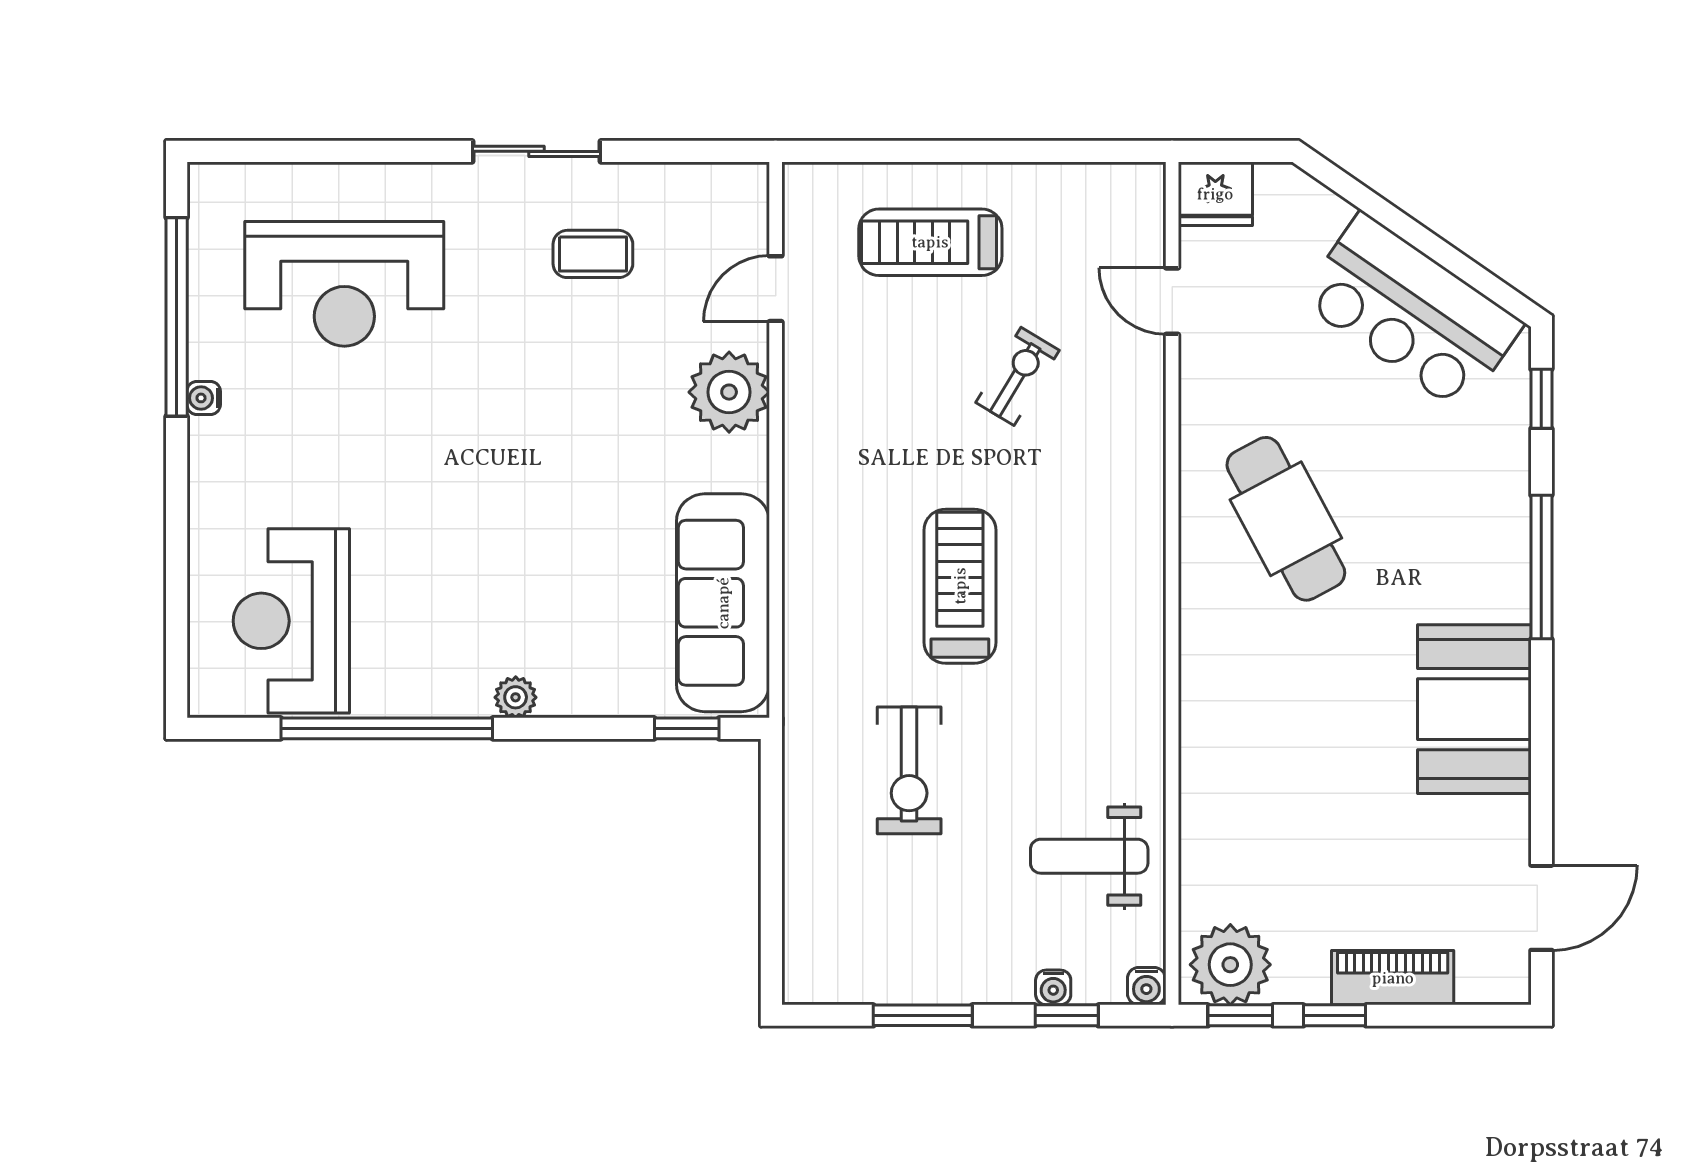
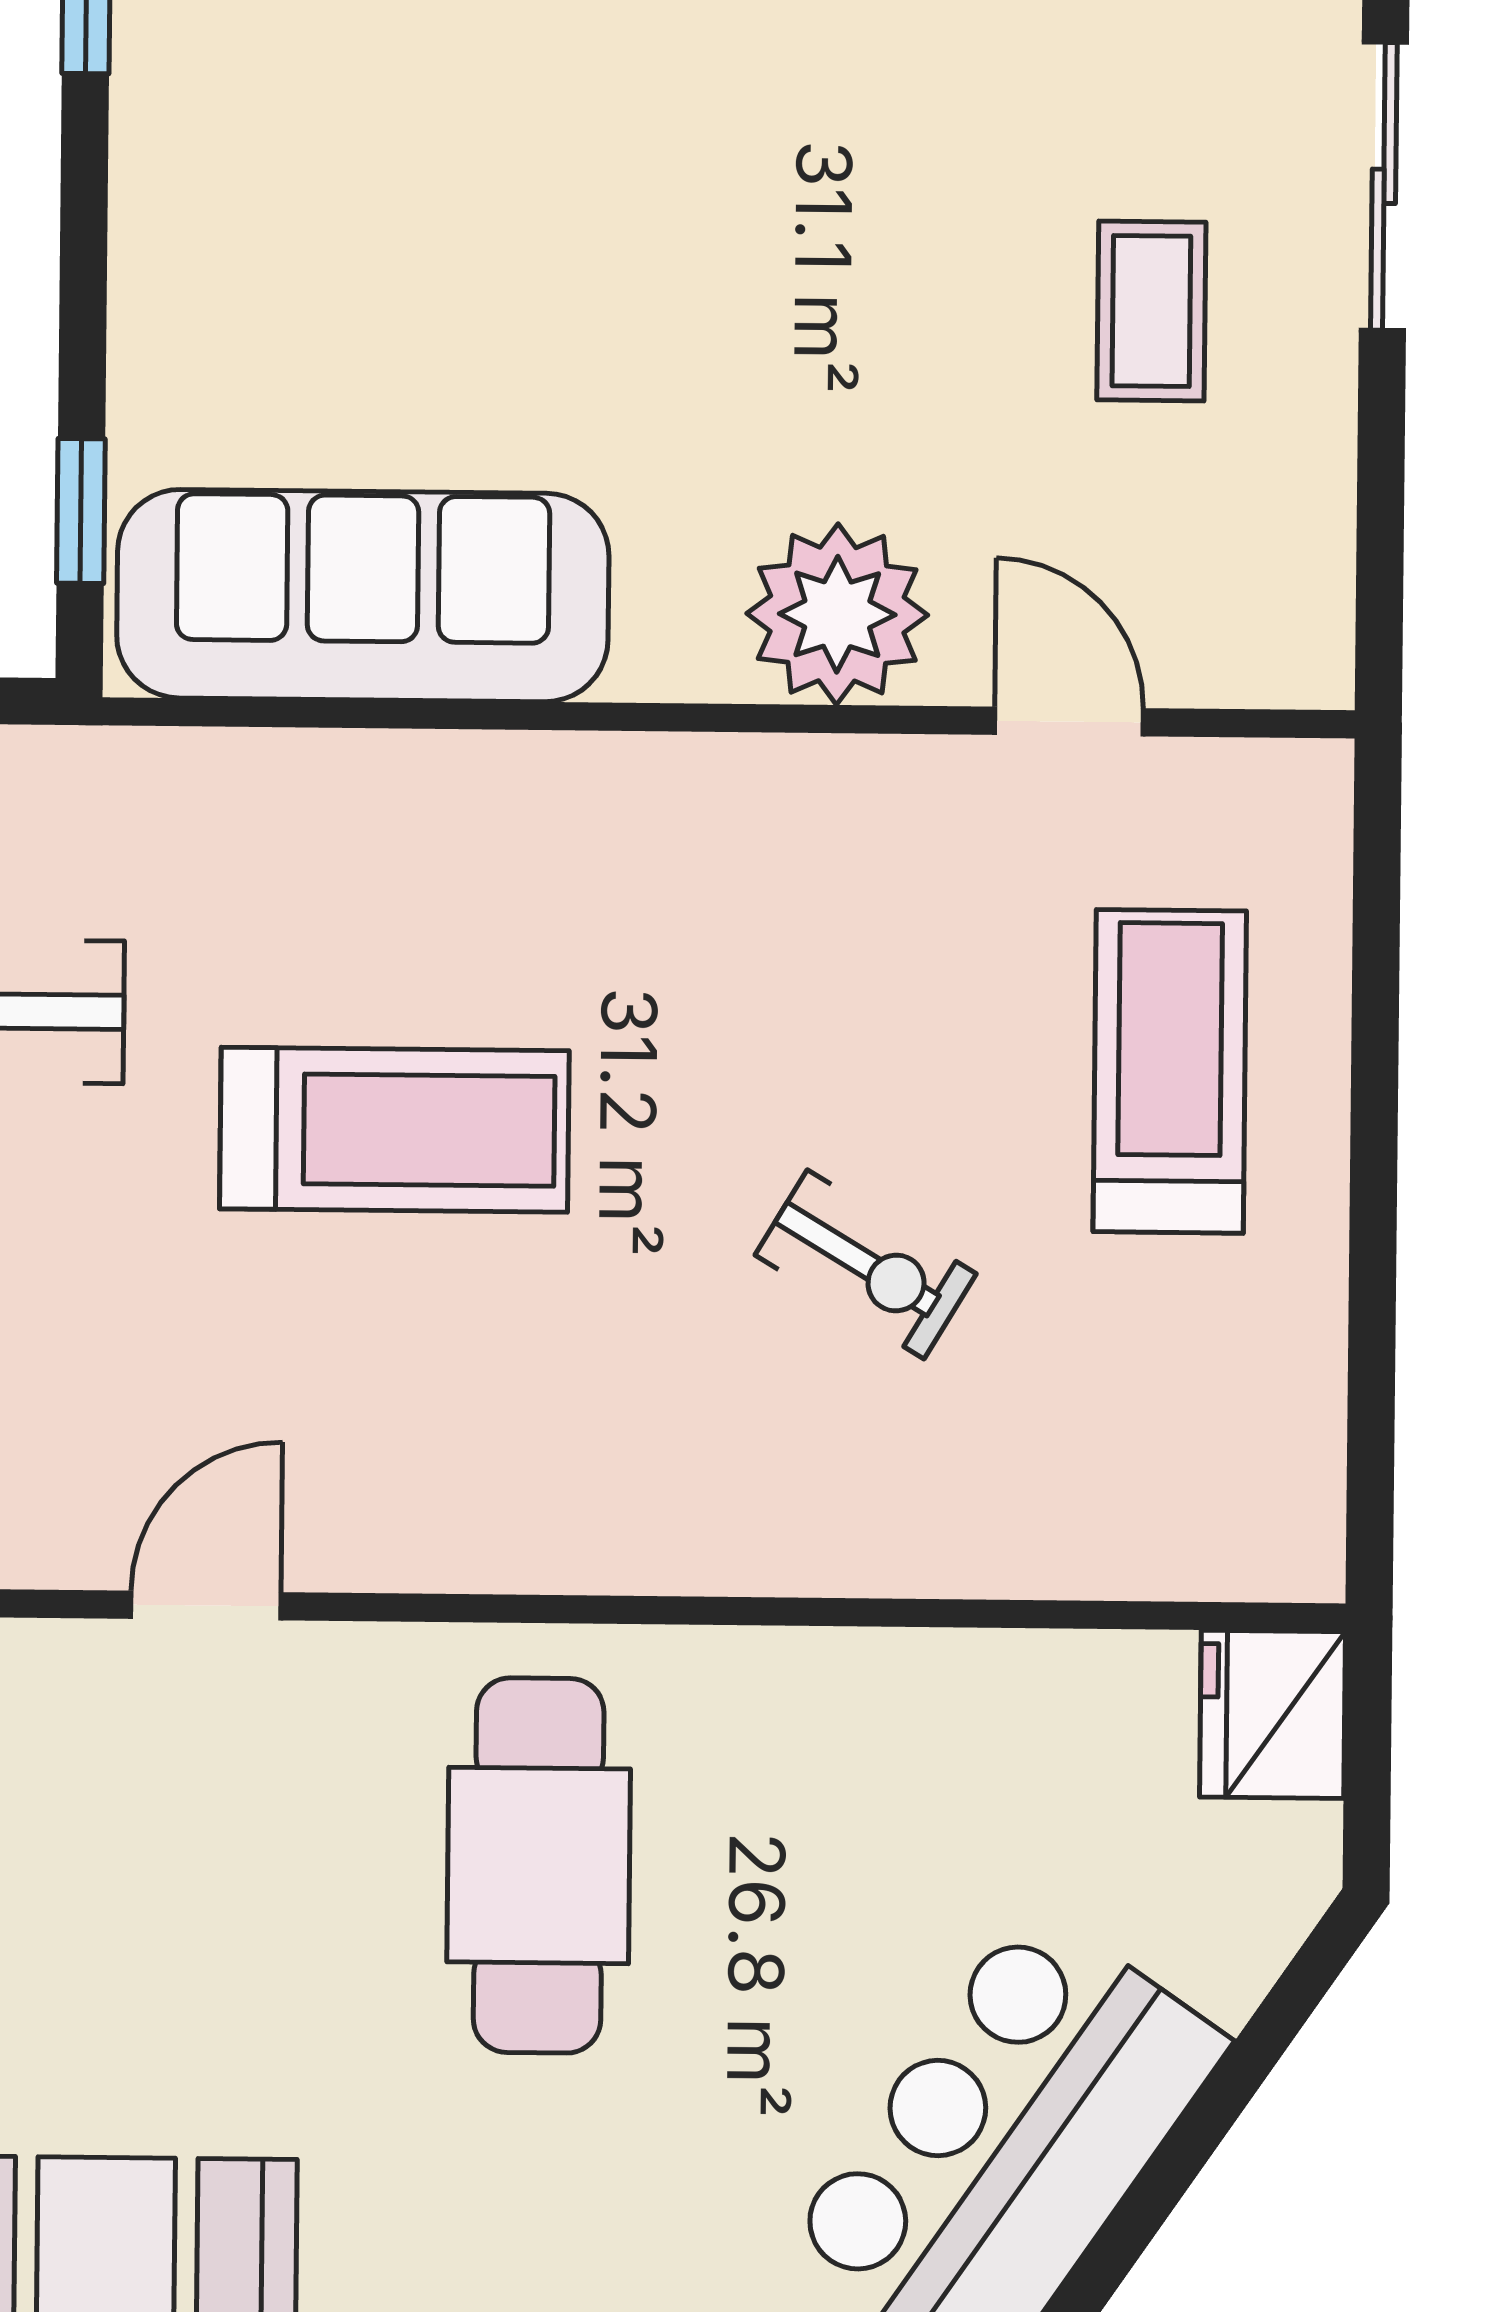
door: (1172, 301) -> (206, 1606), moved
cafe table: (1286, 519) -> (539, 1865), turned -62
plant: (516, 697) -> (155, 126), removed

